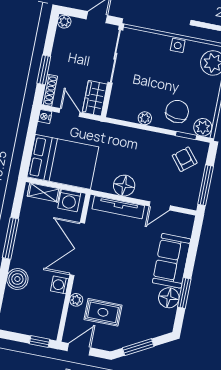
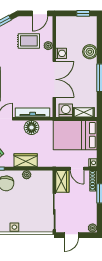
wardrobe: (142, 139) -> (26, 160), added
window: (39, 341) -> (83, 13), moved

